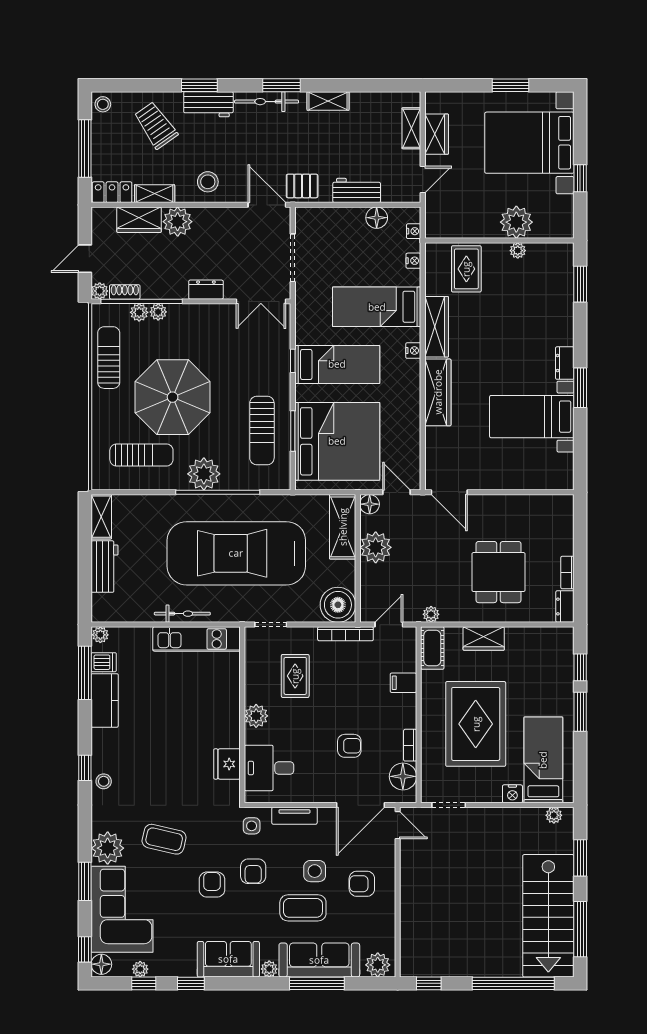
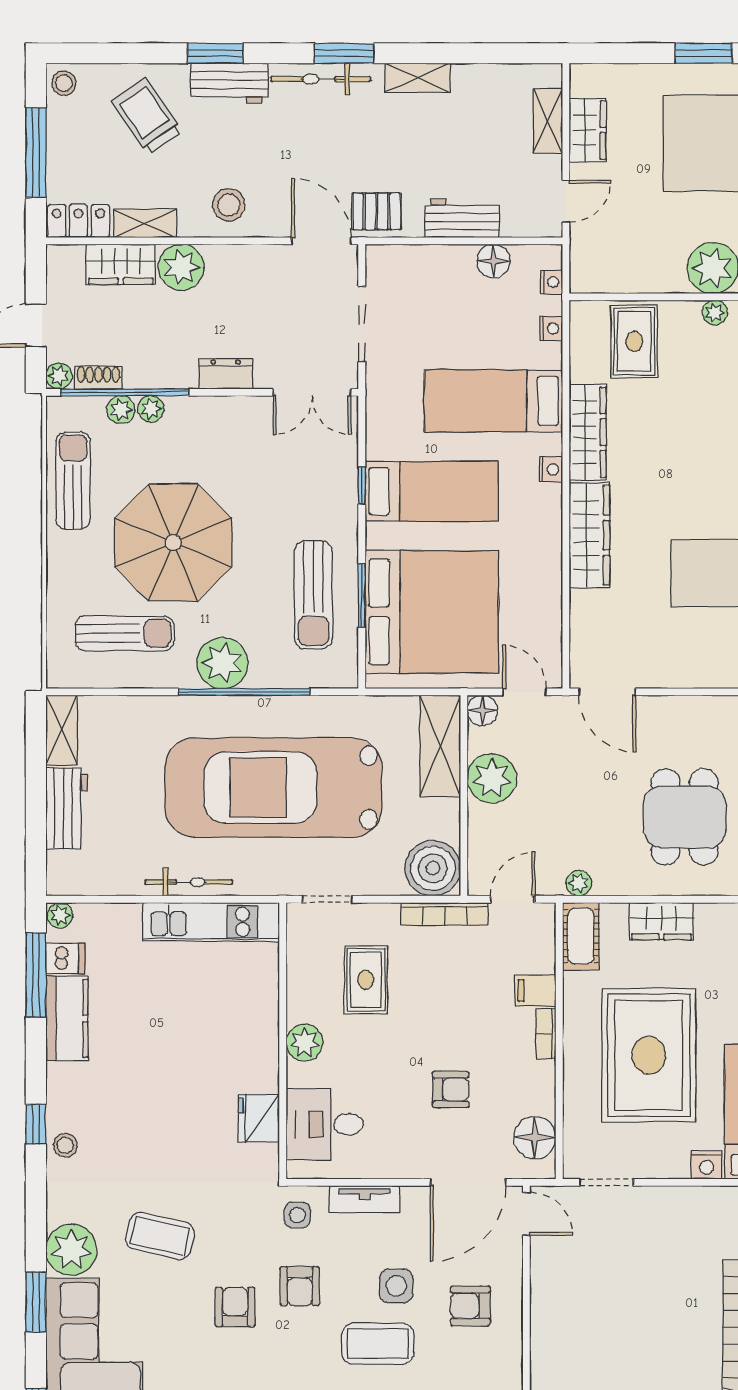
bookcase: (410, 745) -> (546, 1034), moved

